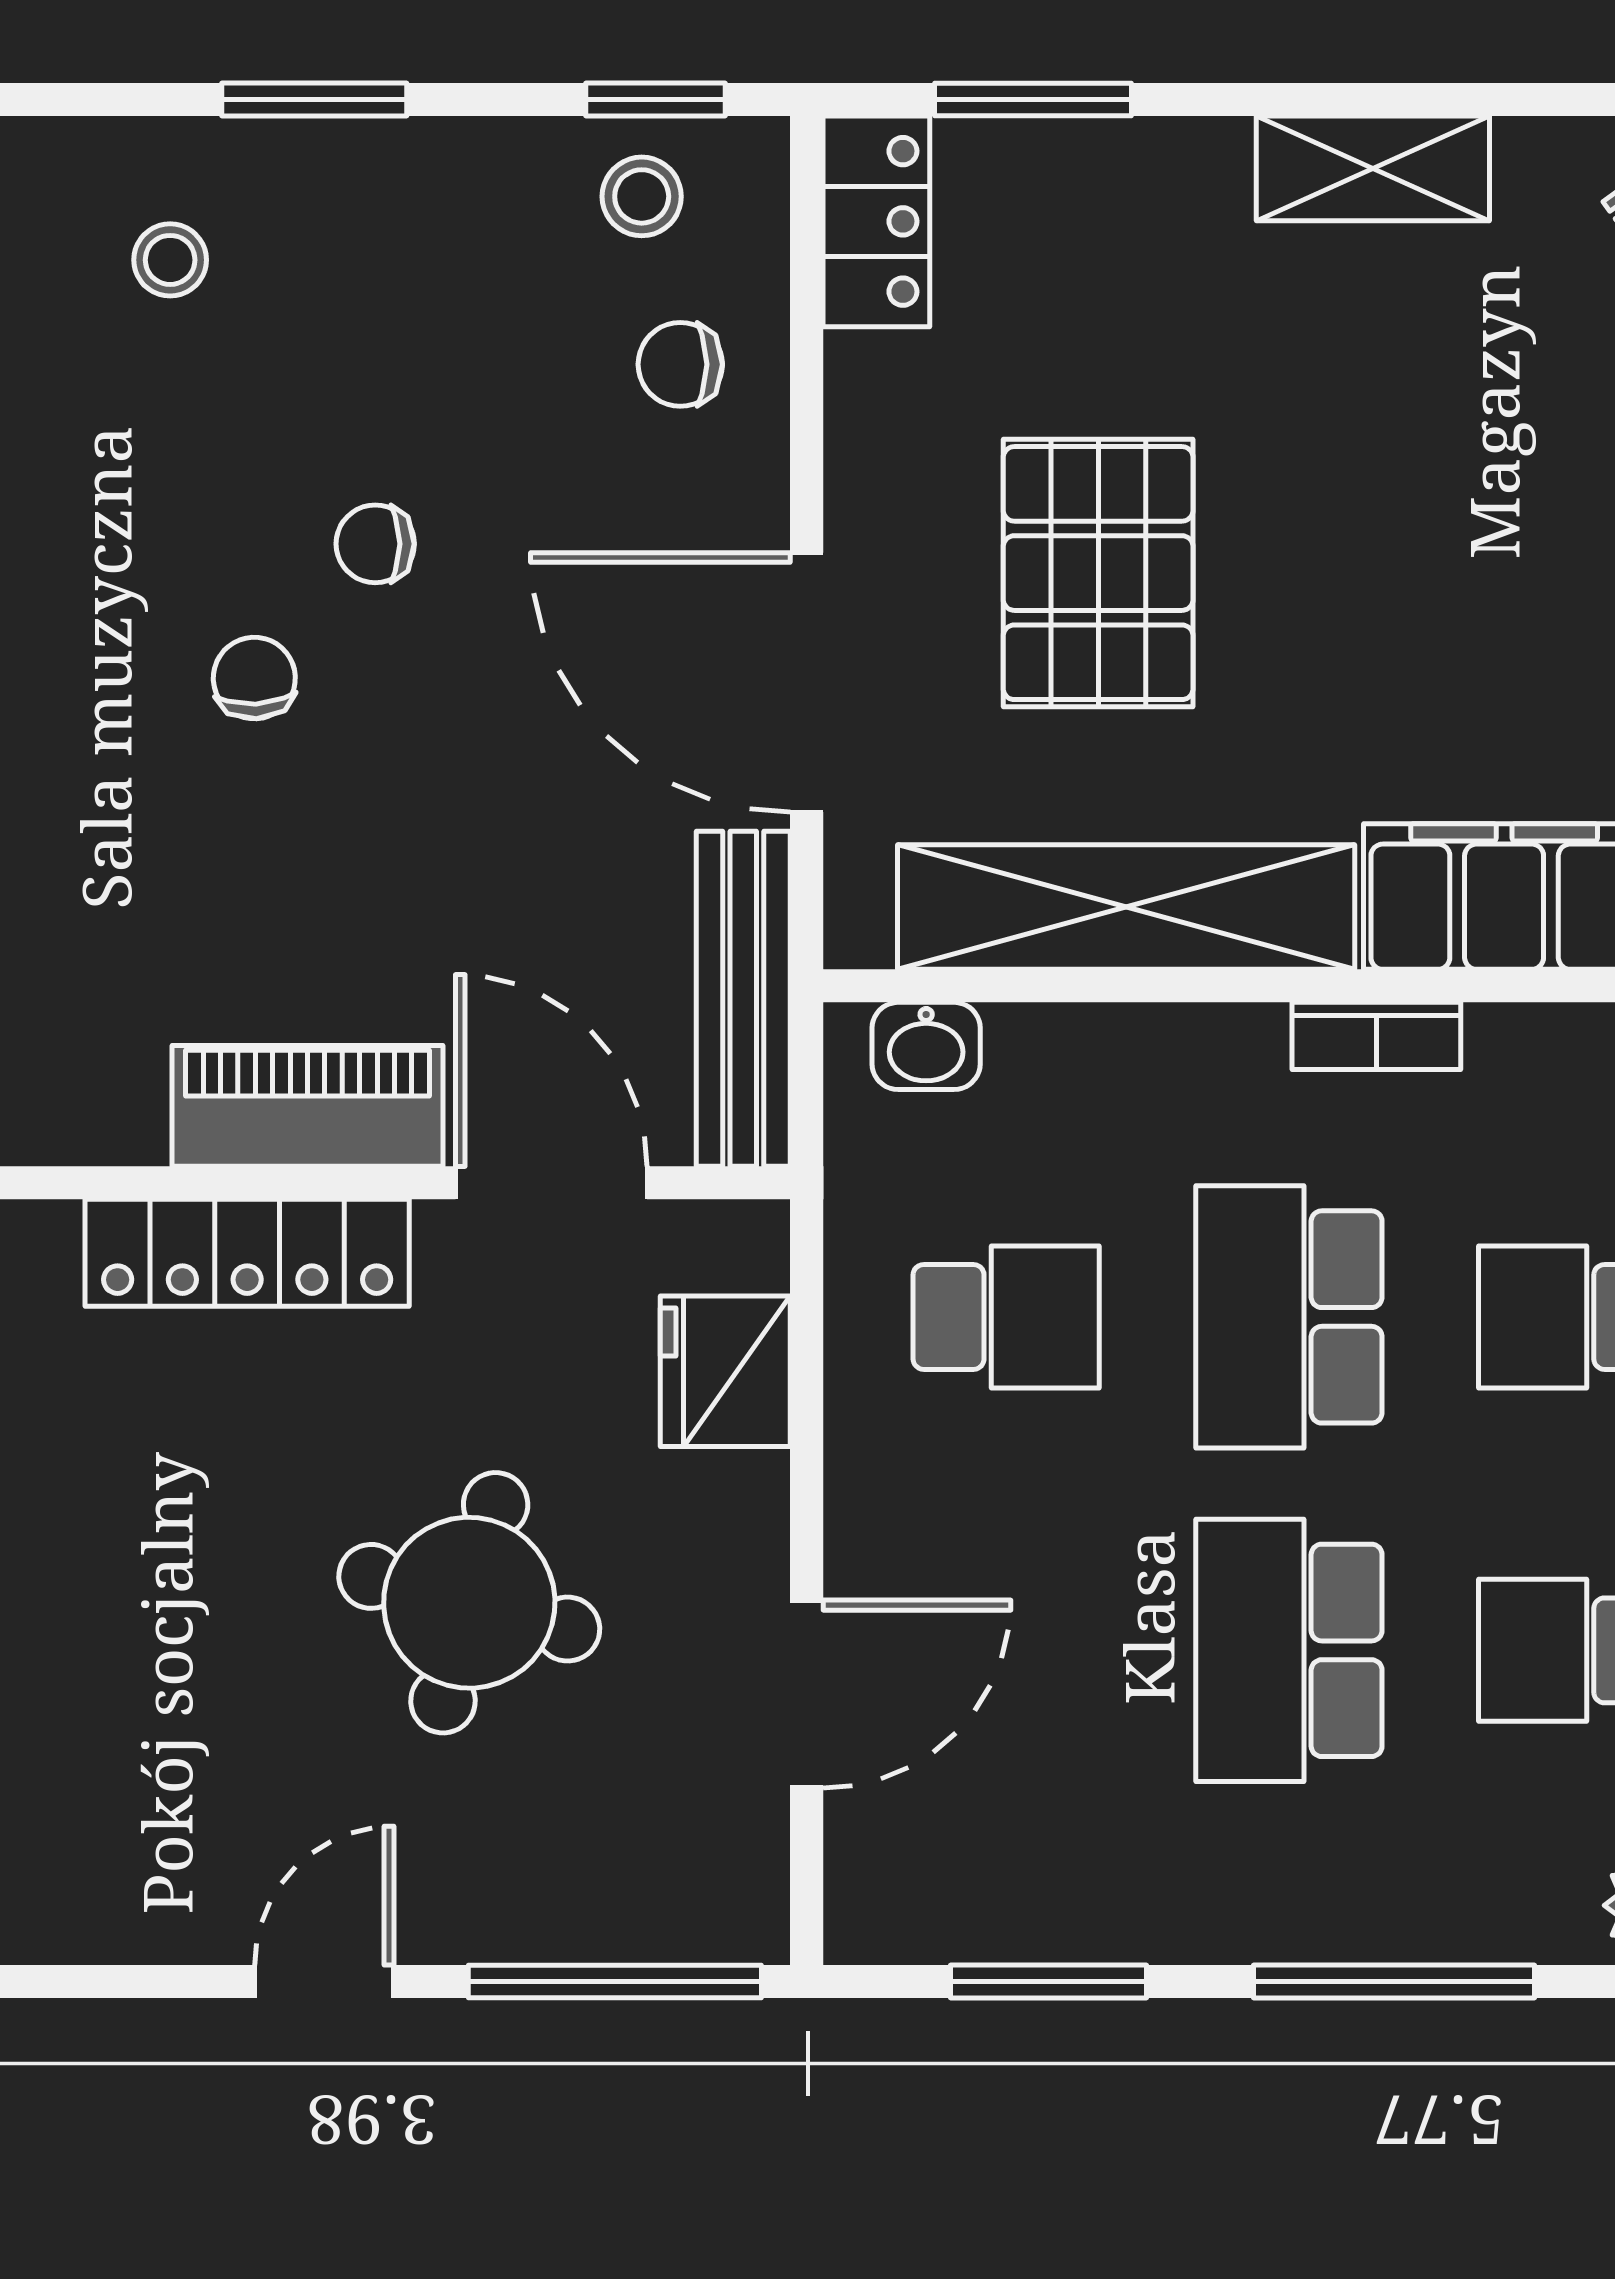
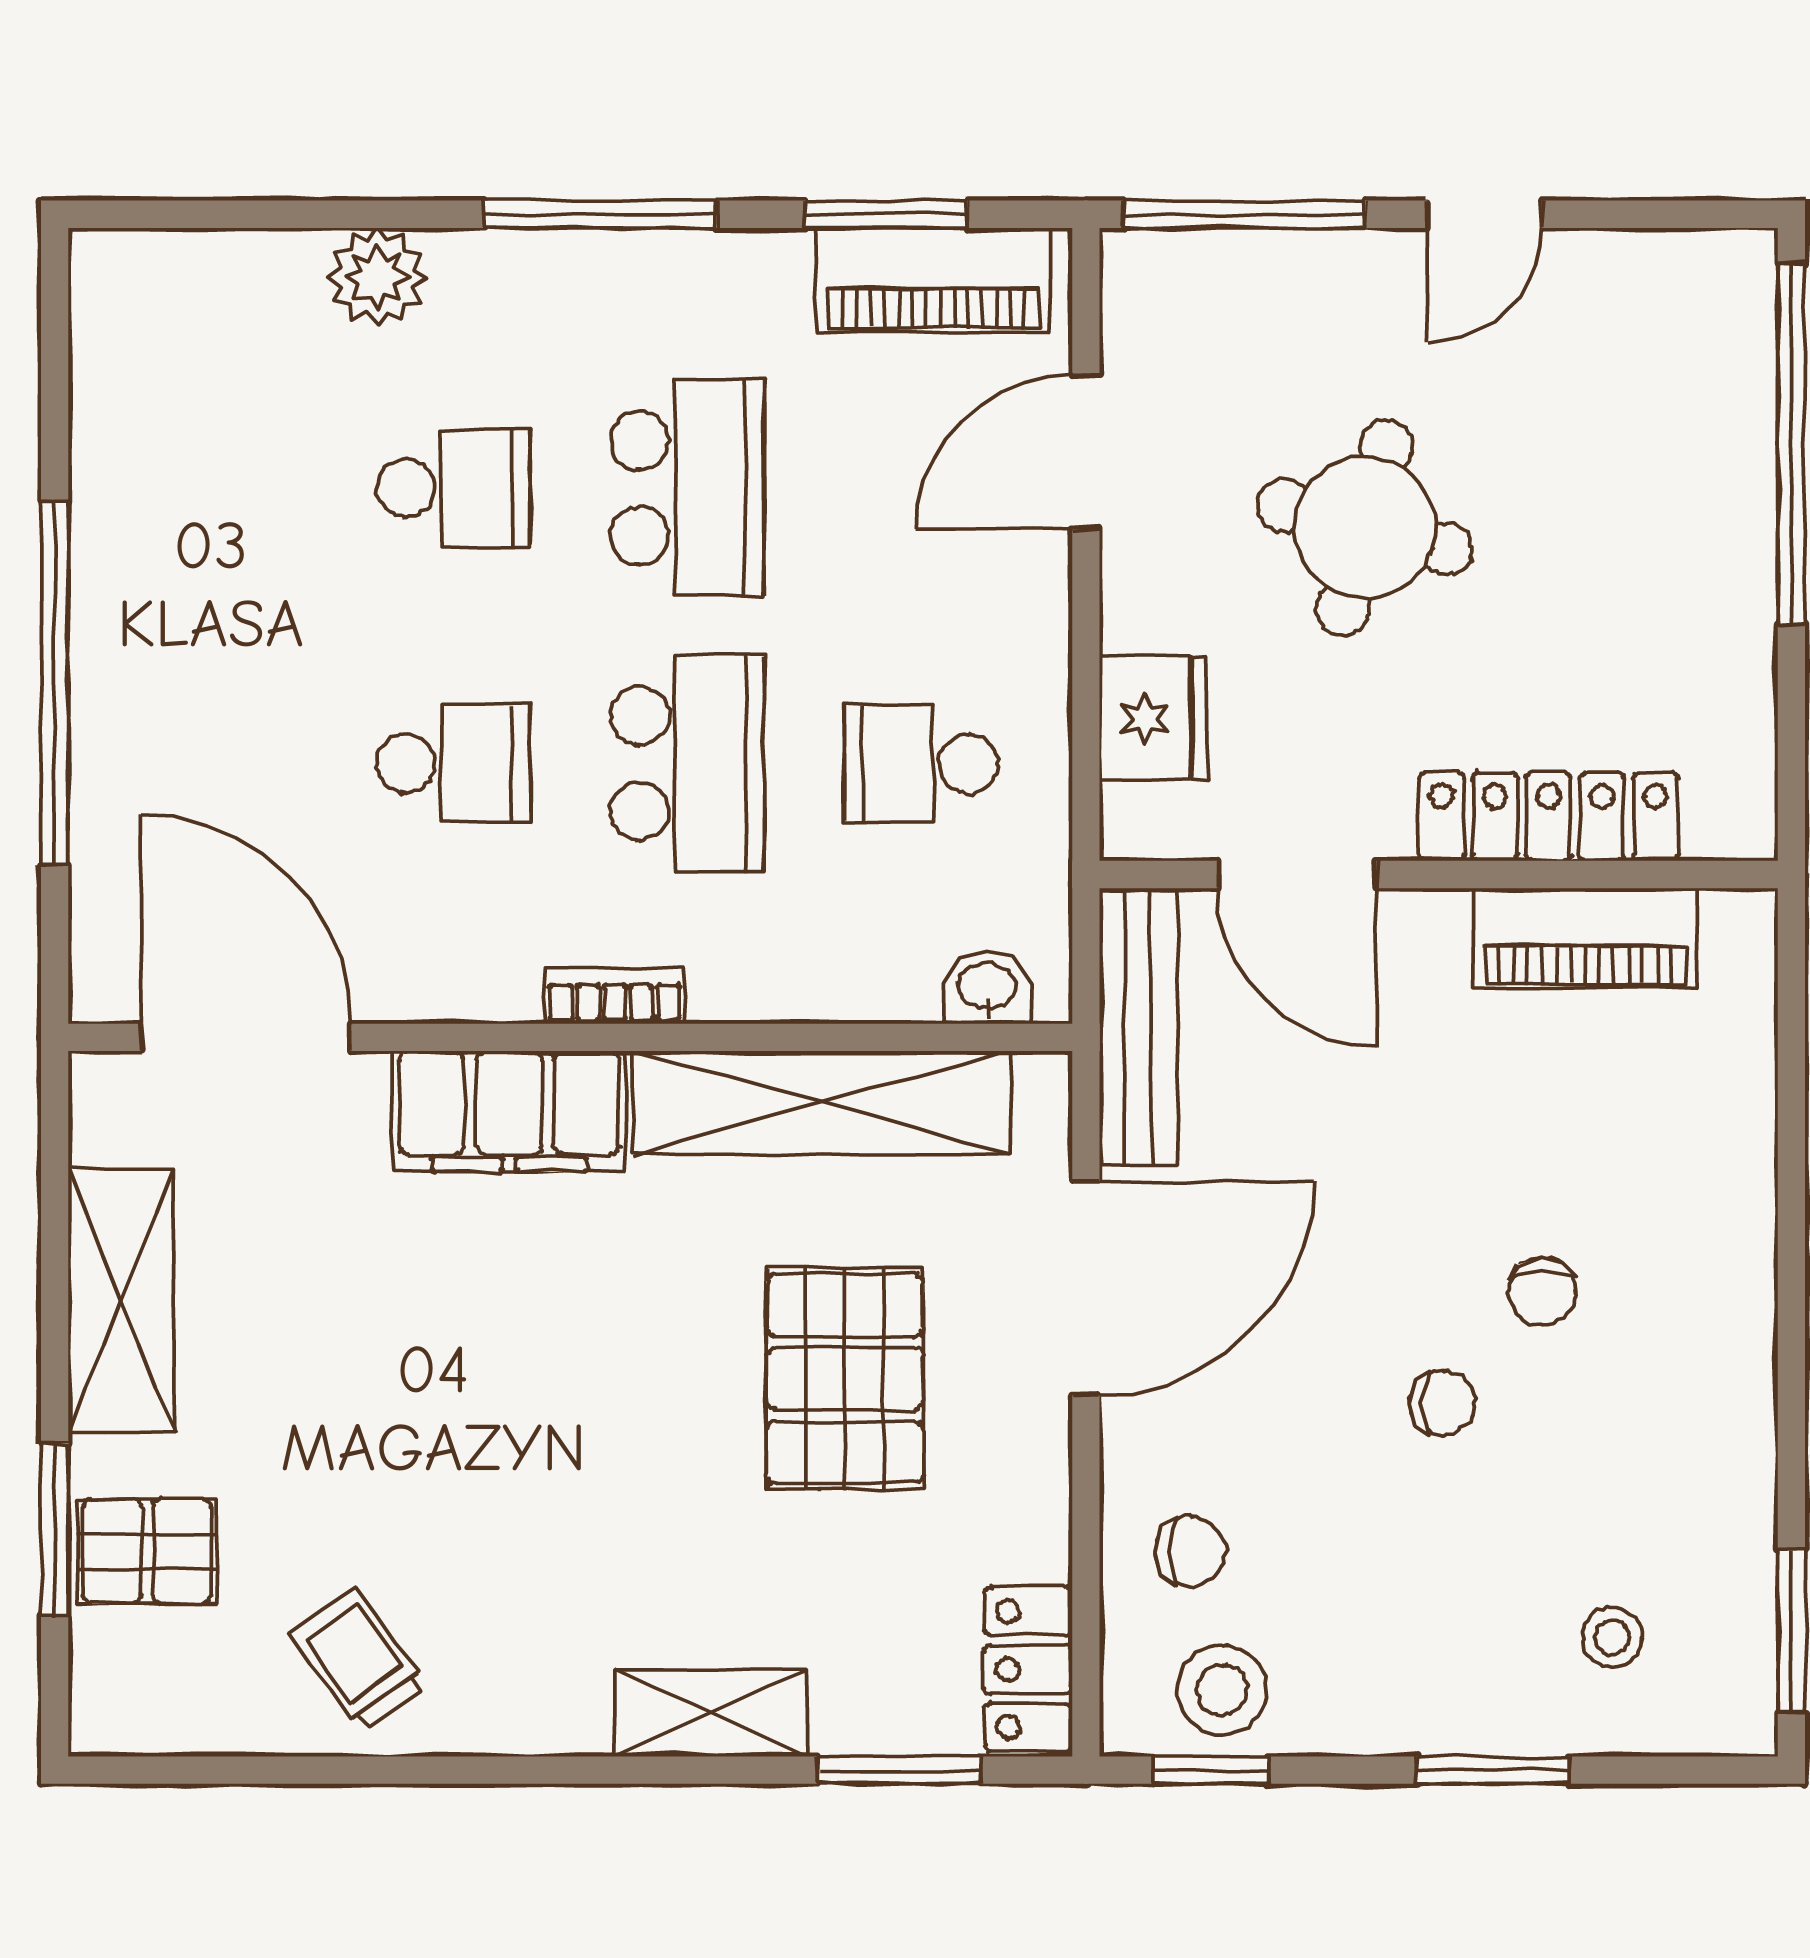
shelving: (1373, 168) -> (710, 1713), moved
stool: (642, 196) -> (1222, 1690), width x1.37, depth x1.37
door: (807, 682) -> (1086, 1288), hinge flipped
piano: (308, 1106) -> (1585, 938), moved
piano: (991, 1902) -> (933, 280), added

